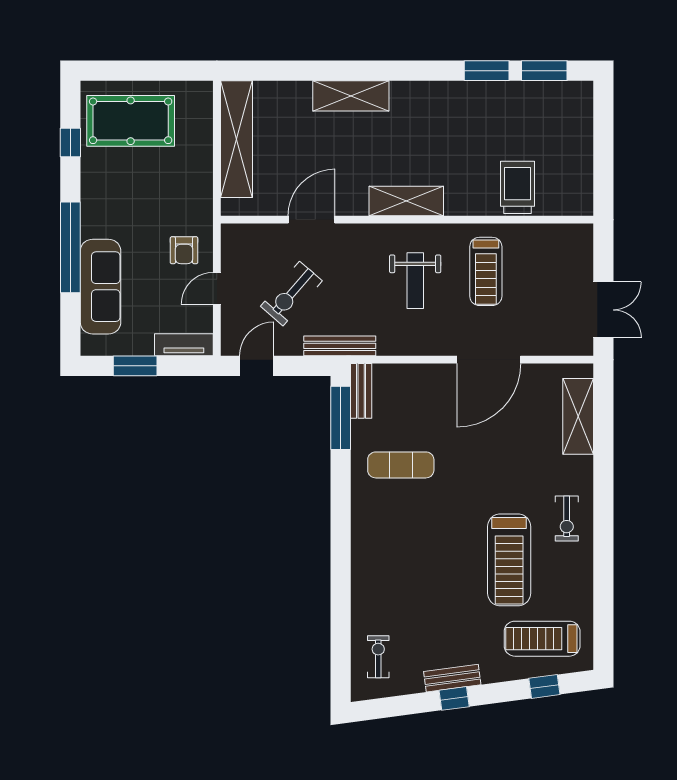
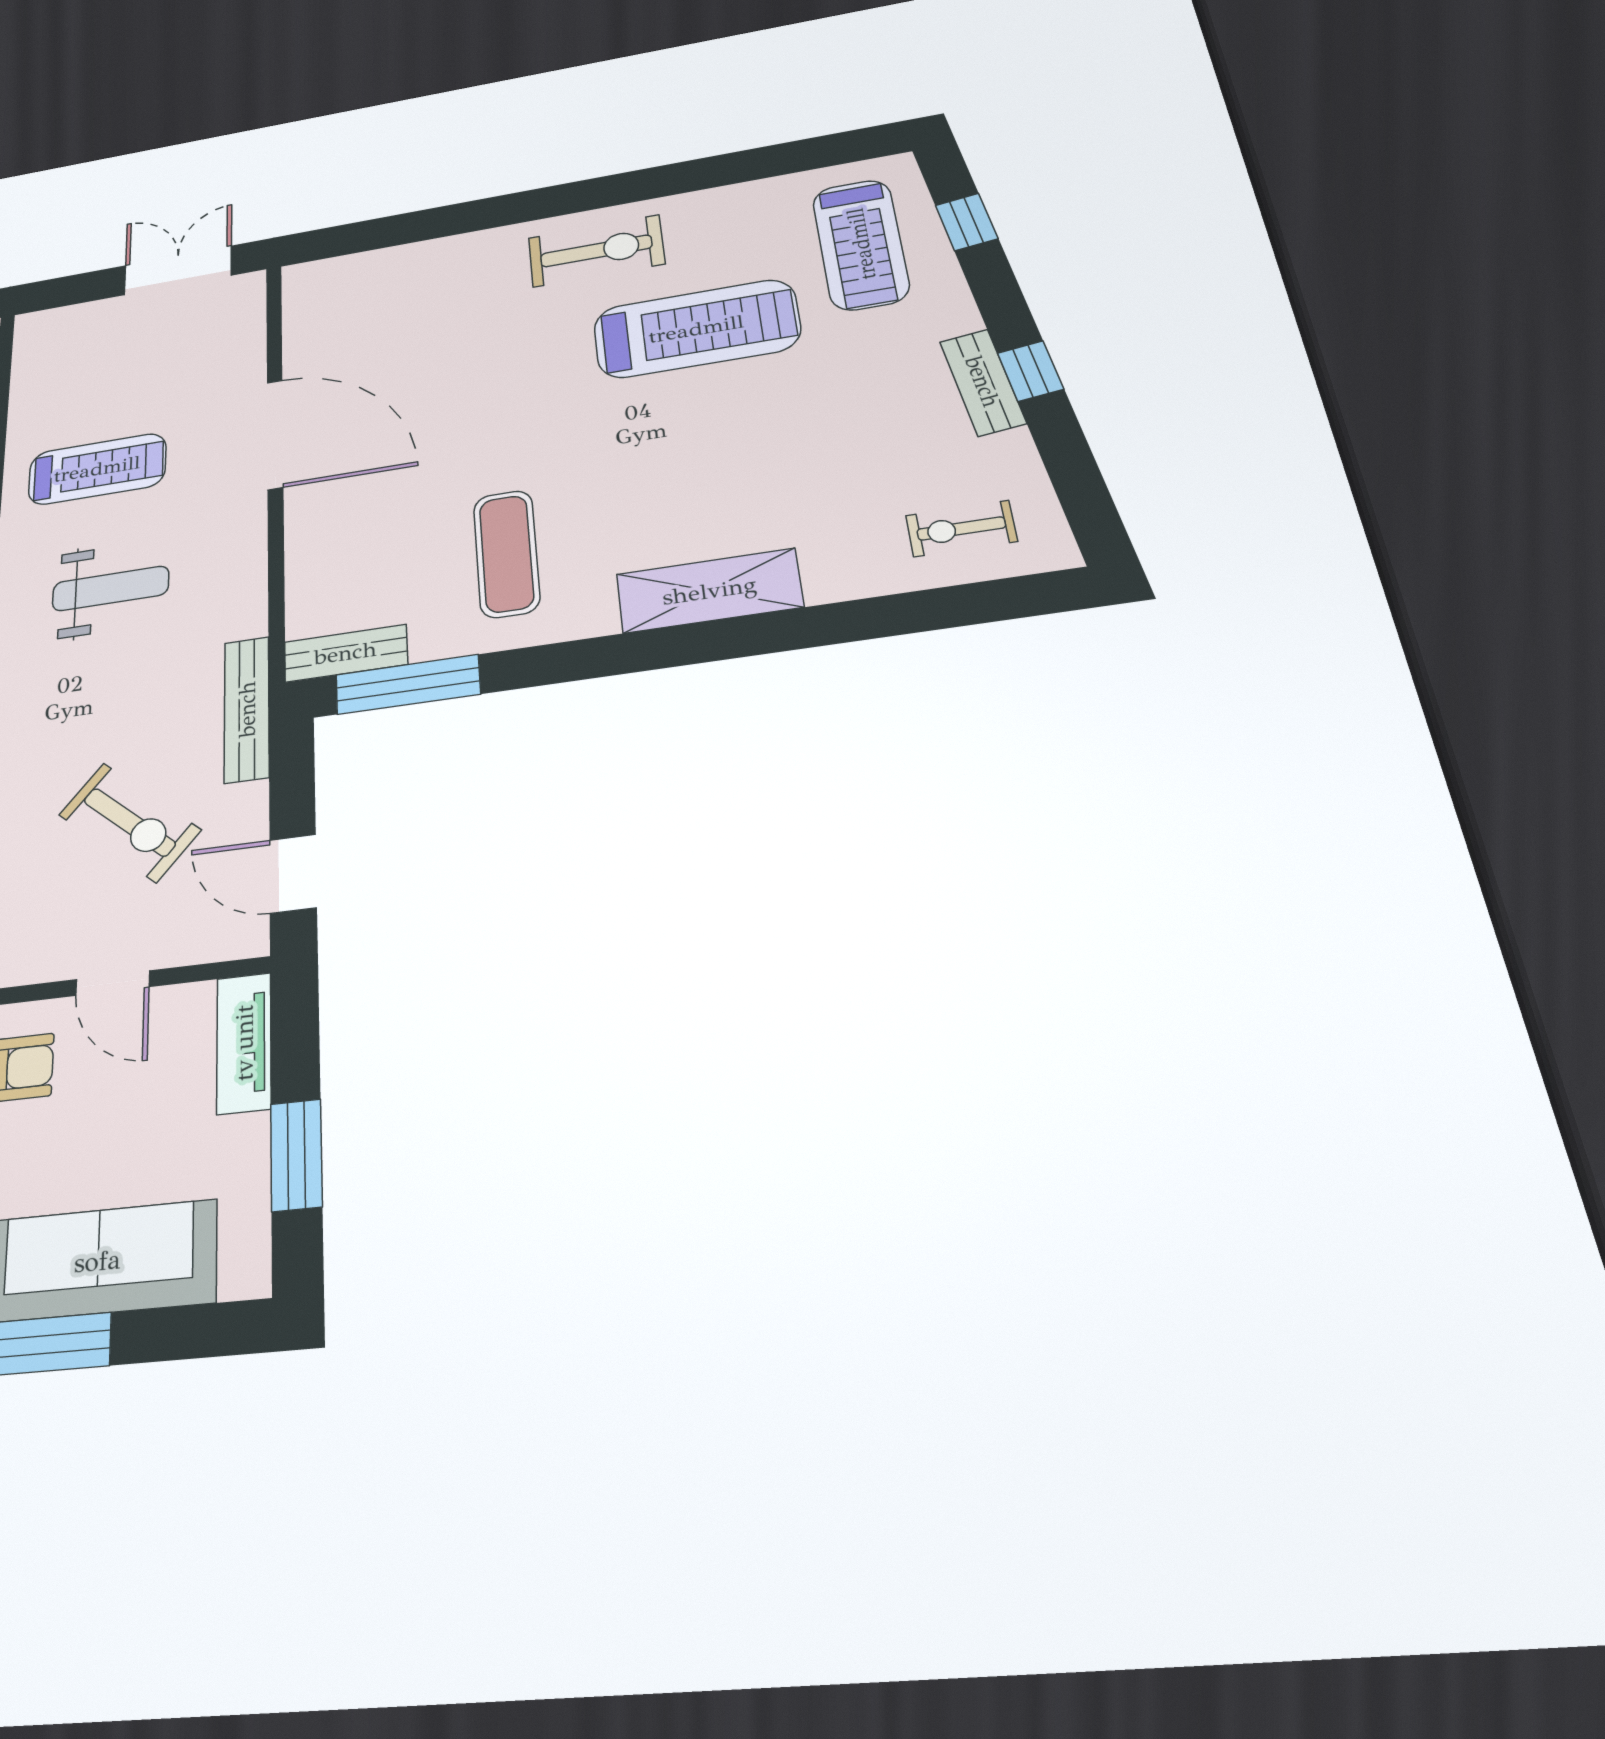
shelving: (578, 416) -> (709, 591), moved
exercise bike: (567, 518) -> (596, 251), width x1.38, depth x1.39

